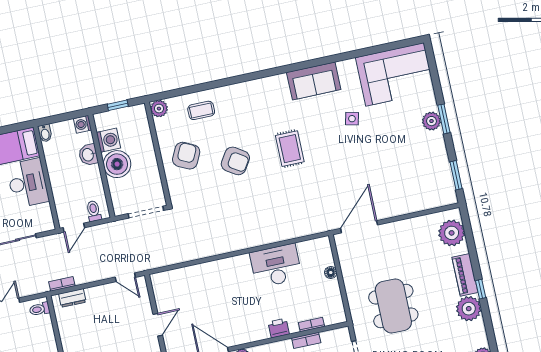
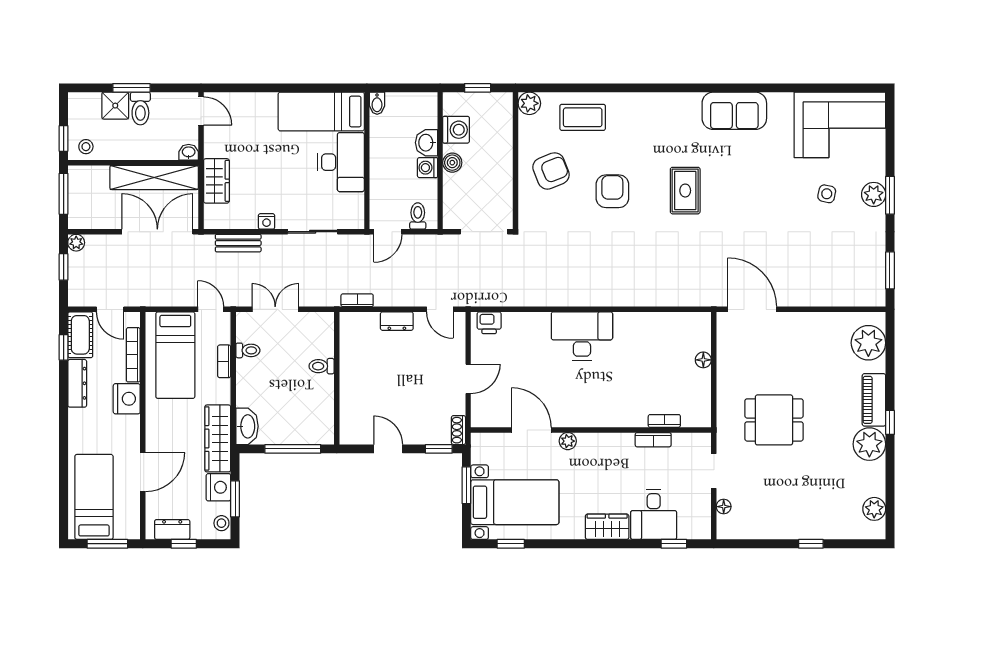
coffee table: (201, 110) -> (583, 117), width x1.36, depth x1.30
side table: (352, 119) -> (827, 194), moved
washing machine: (83, 124) -> (427, 168), moved
armchair: (186, 156) -> (551, 171), turned 42
armchair: (235, 161) -> (612, 191), turned -123
boiler: (117, 164) -> (452, 163), width x0.54, depth x0.54
door: (359, 227) -> (752, 309), hinge flipped
desk: (276, 266) -> (582, 336), moved
dresser: (72, 298) -> (397, 321), moved
dining table: (393, 306) -> (774, 420), width x0.73
toilet: (40, 309) -> (322, 366), moved
printer: (279, 328) -> (489, 323), moved, turned 180

